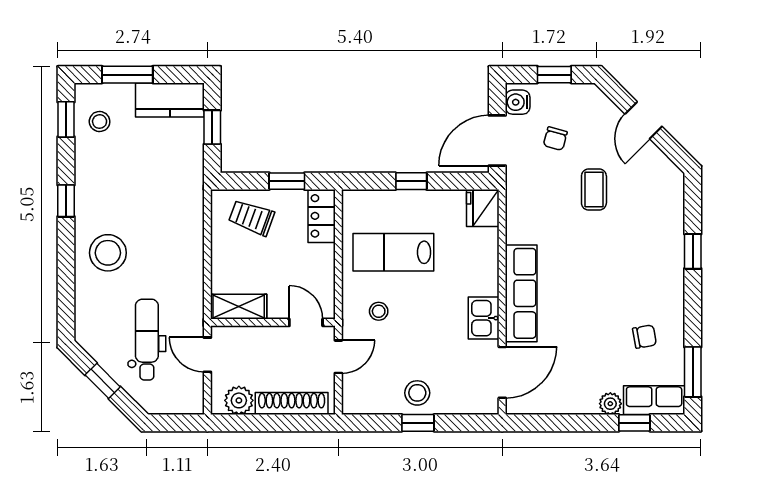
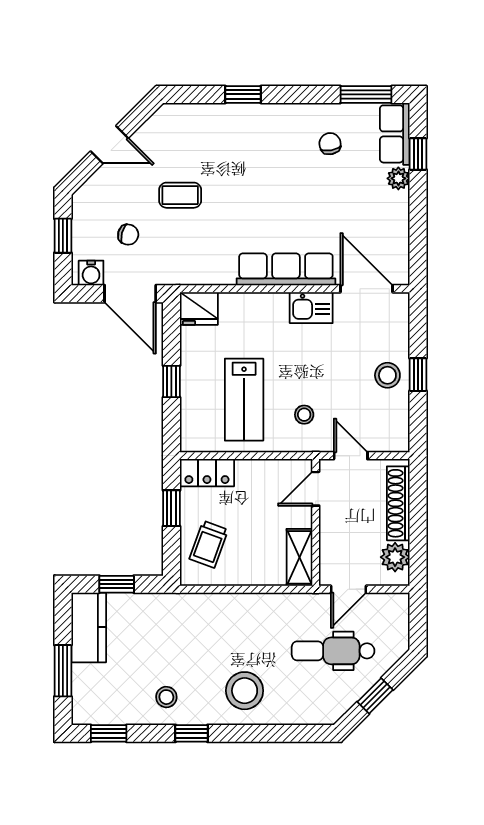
stool: (100, 122) -> (166, 697), moved

